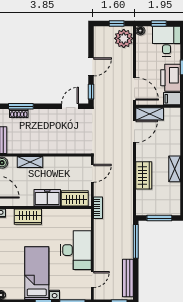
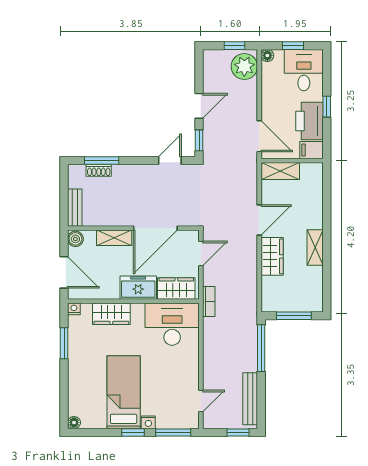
door: (134, 131) -> (259, 220), moved
door: (60, 155) -> (155, 228), added
desk: (76, 250) -> (172, 324), moved, turned -90

